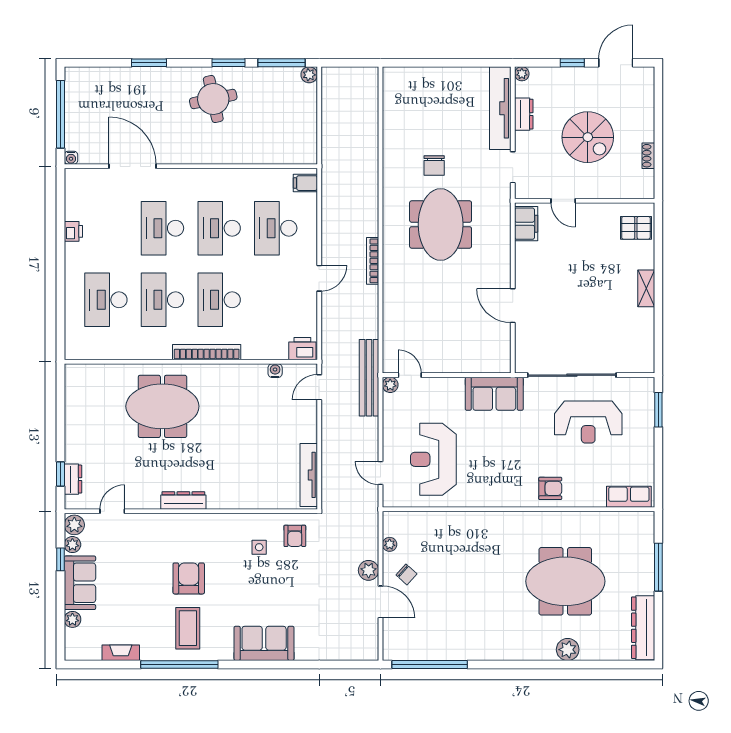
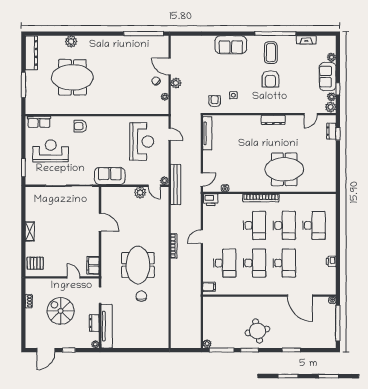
plant: (436, 362) -> (140, 193), added
reception desk: (588, 422) -> (51, 151), moved

